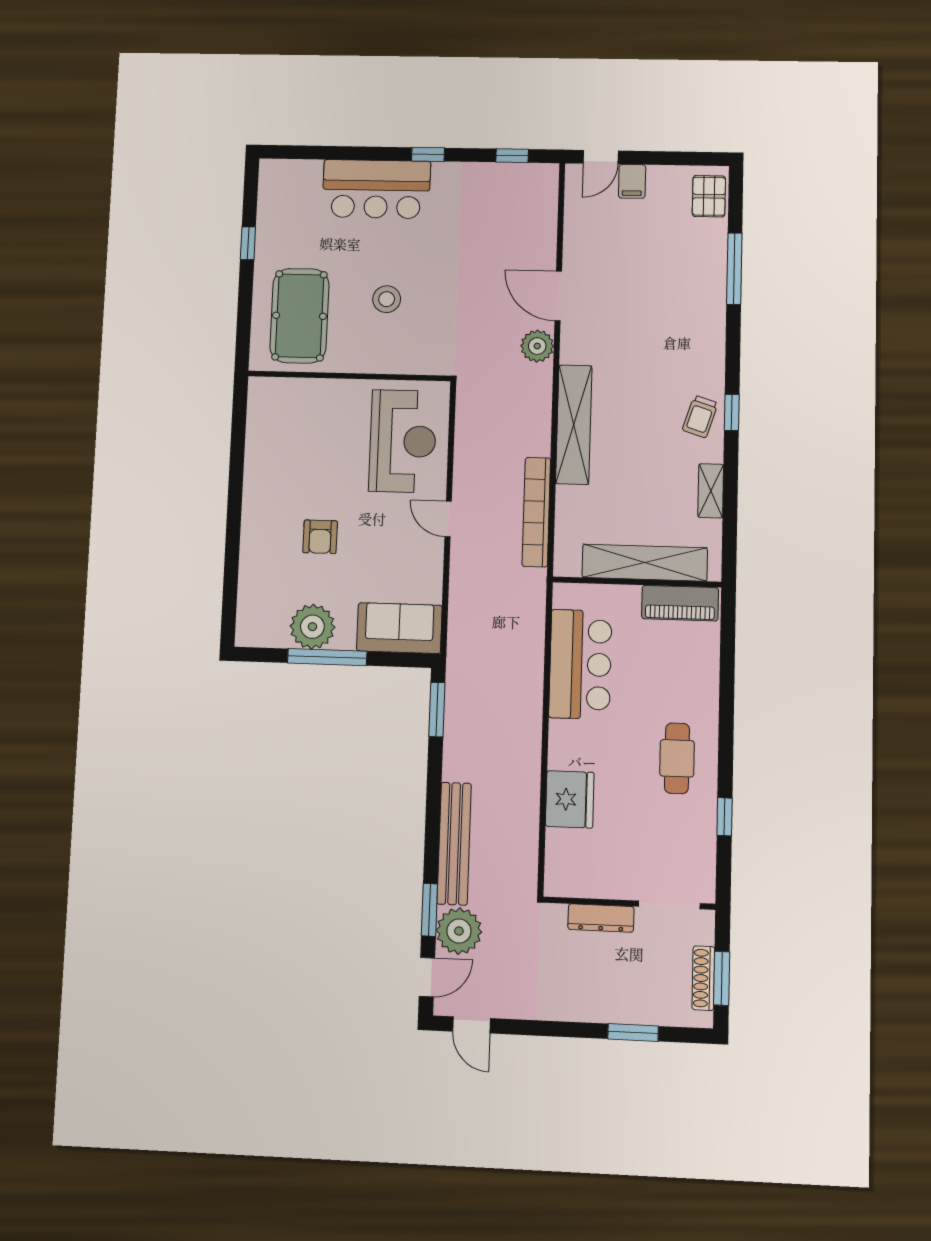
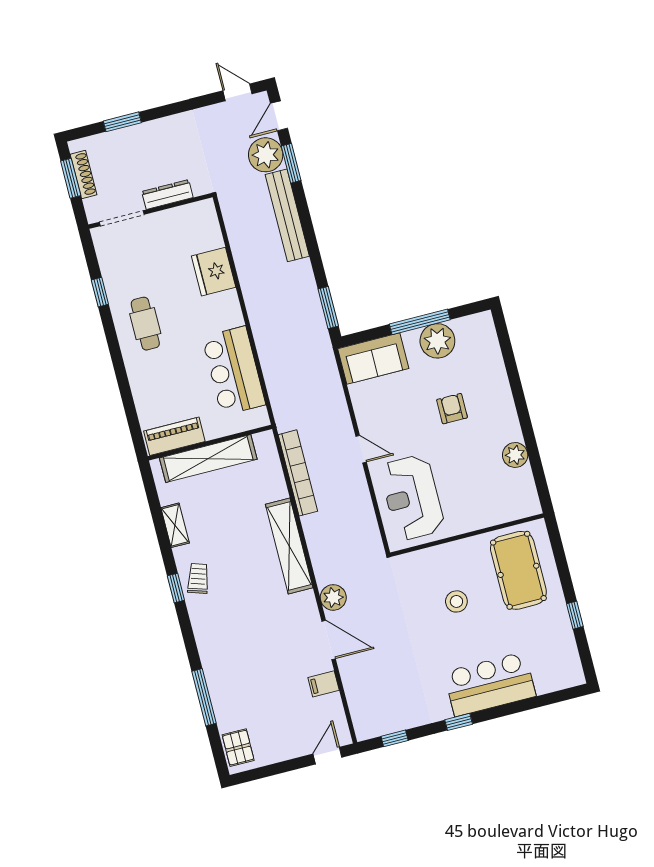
filing cabinet: (632, 181) -> (324, 684), moved, turned -90
plant: (260, 457) -> (515, 455), added

